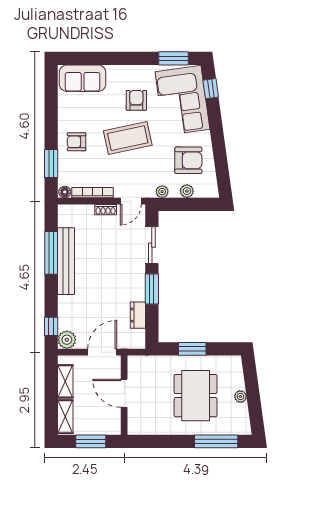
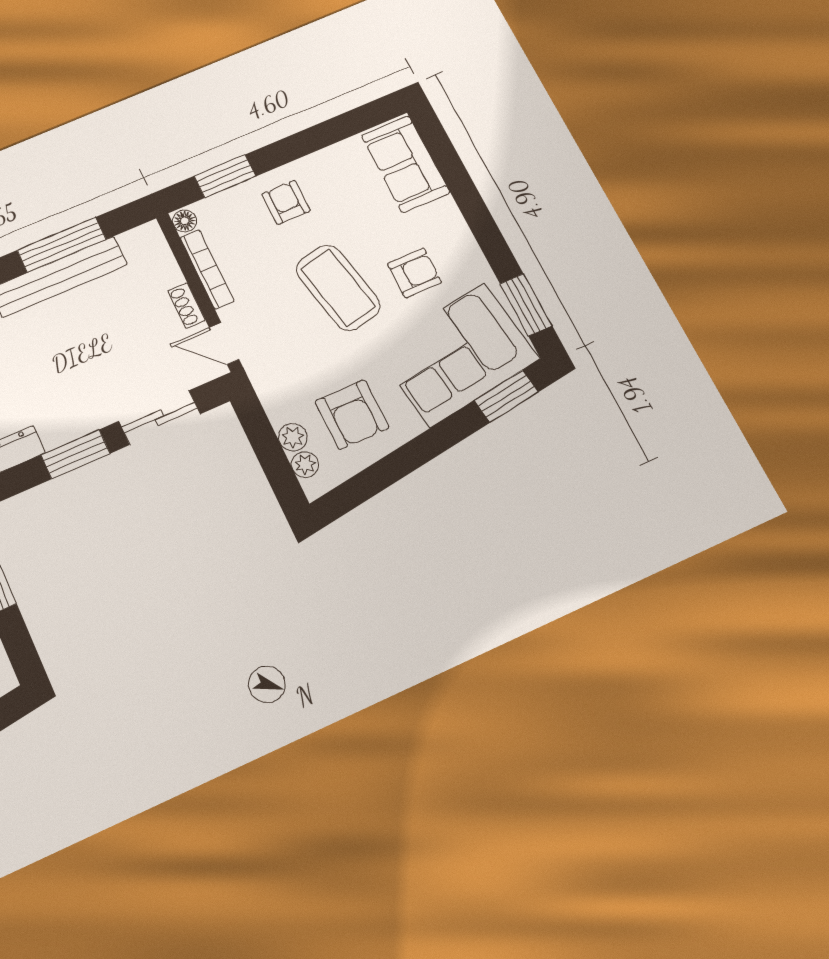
window: (211, 89) -> (506, 396), width x1.50
plant: (162, 192) -> (305, 465), moved

